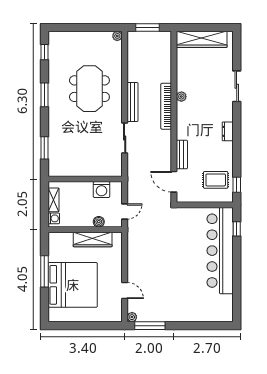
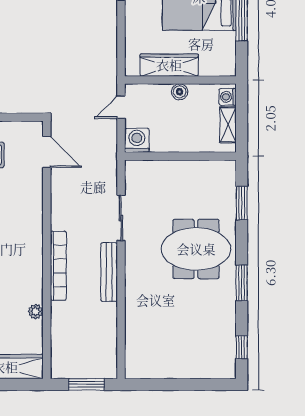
plant: (117, 36) -> (132, 372), removed
meeting table: (89, 89) -> (196, 249), moved, turned 90
plant: (181, 97) -> (35, 312), moved
bench: (182, 155) -> (35, 193), removed
washing machine: (101, 190) -> (137, 140), moved
boiler: (99, 222) -> (180, 92), moved

